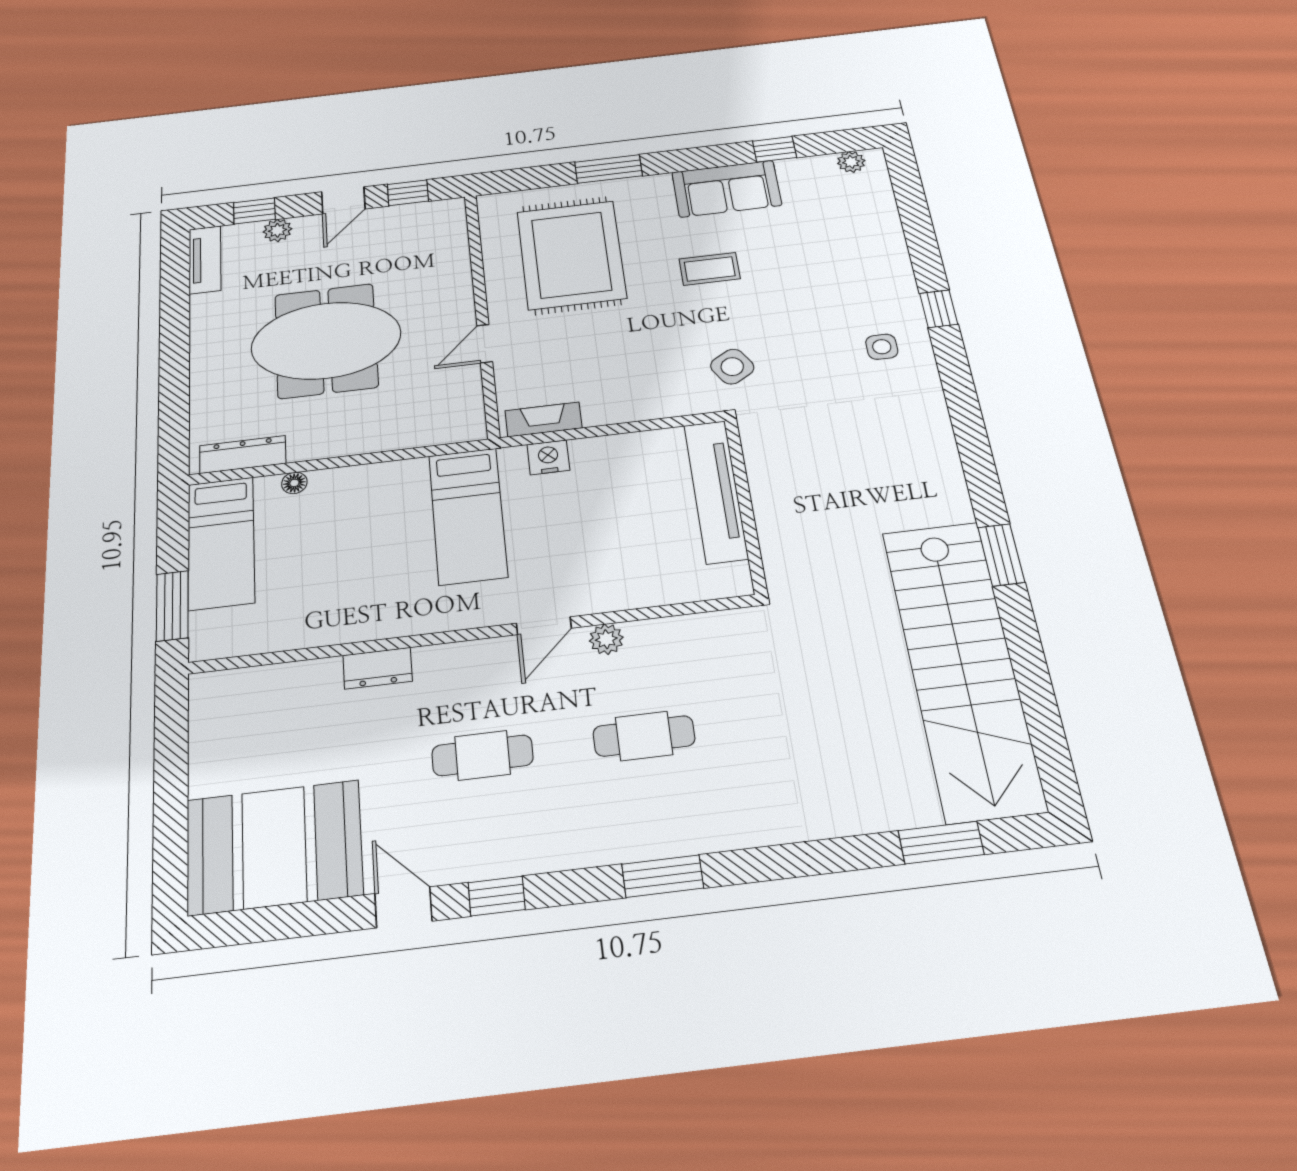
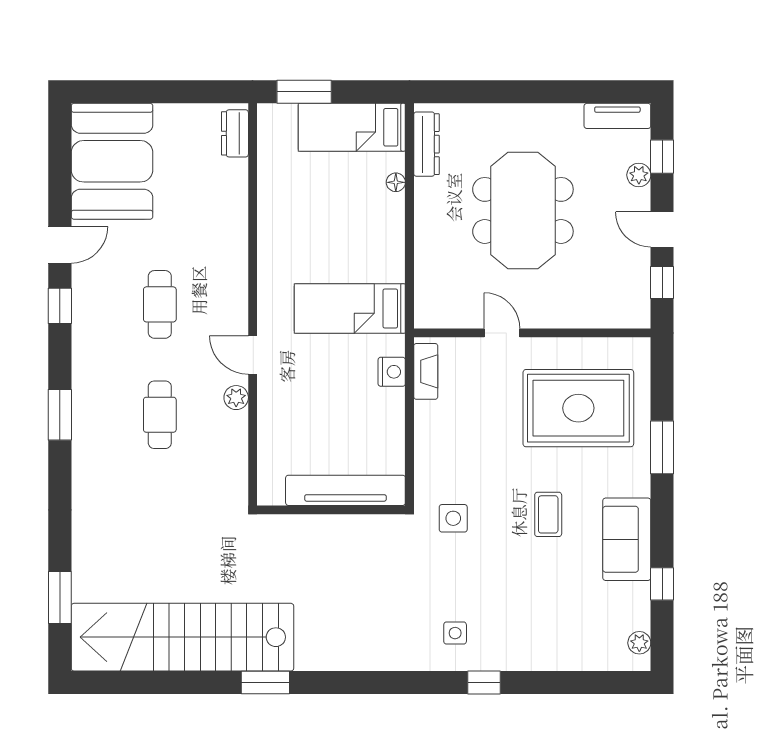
side table: (732, 367) -> (453, 518), turned 31
dresser: (378, 668) -> (235, 133), moved

